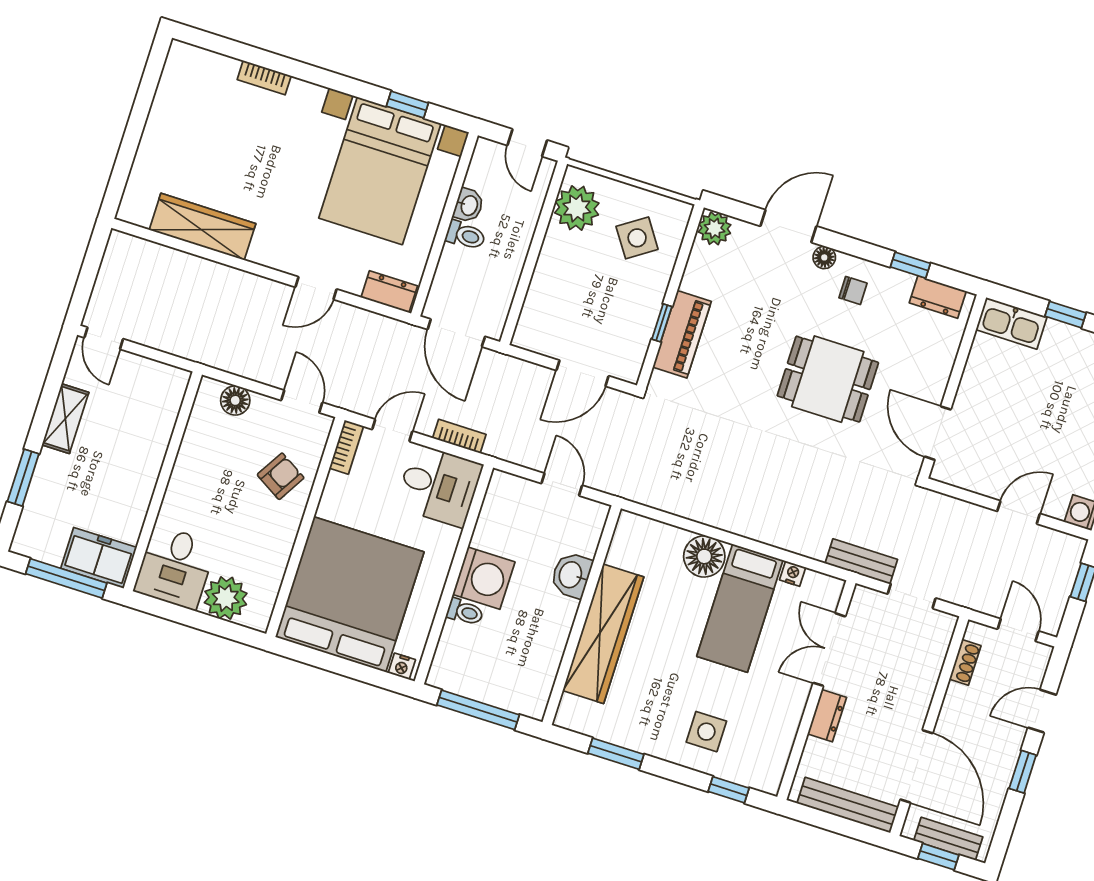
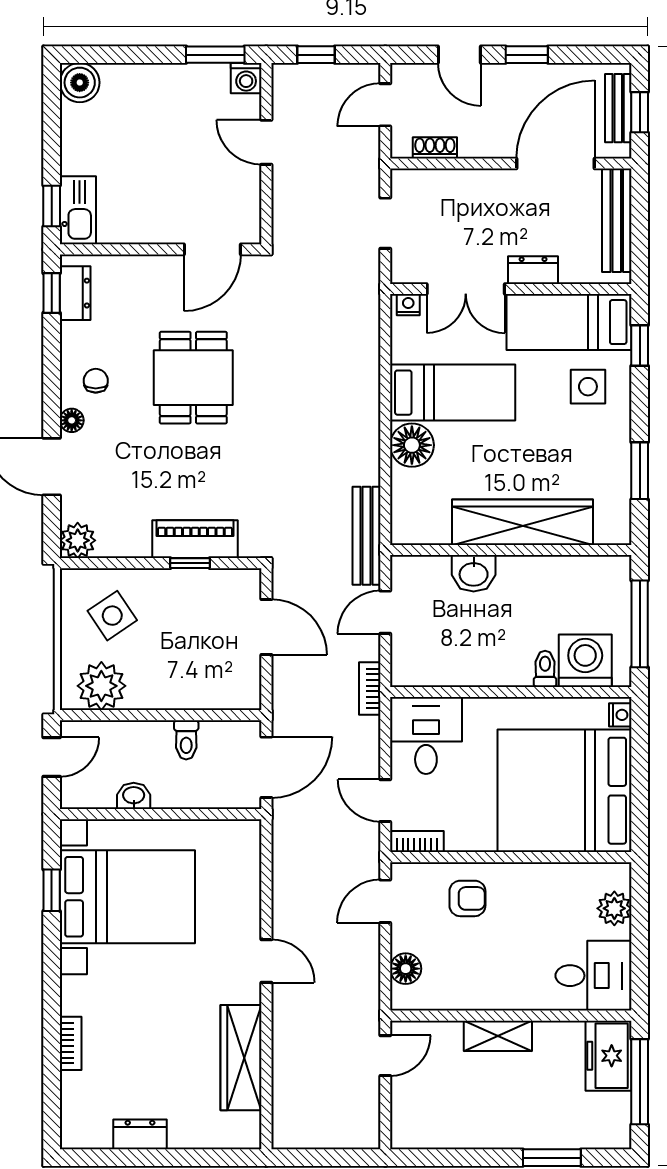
toilet: (466, 235) -> (186, 740), moved, turned 180
window: (910, 265) -> (52, 293), moved
door: (316, 288) -> (266, 961), moved
dresser: (389, 292) -> (140, 1134), moved, turned 90
window: (1066, 315) -> (52, 206), moved
door: (104, 338) -> (385, 1056), moved
shelving: (65, 419) -> (498, 1036), moved
bookcase: (459, 436) -> (370, 688), moved
armchair: (281, 476) -> (467, 898), turned 149
bench: (861, 561) -> (366, 536), moved, width x1.36
nightstand: (793, 574) -> (408, 305), moved, turned 90
washing machine: (484, 578) -> (585, 661), moved
plant: (226, 598) -> (614, 908), width x0.73, depth x0.73
bed: (770, 733) -> (569, 322), added

